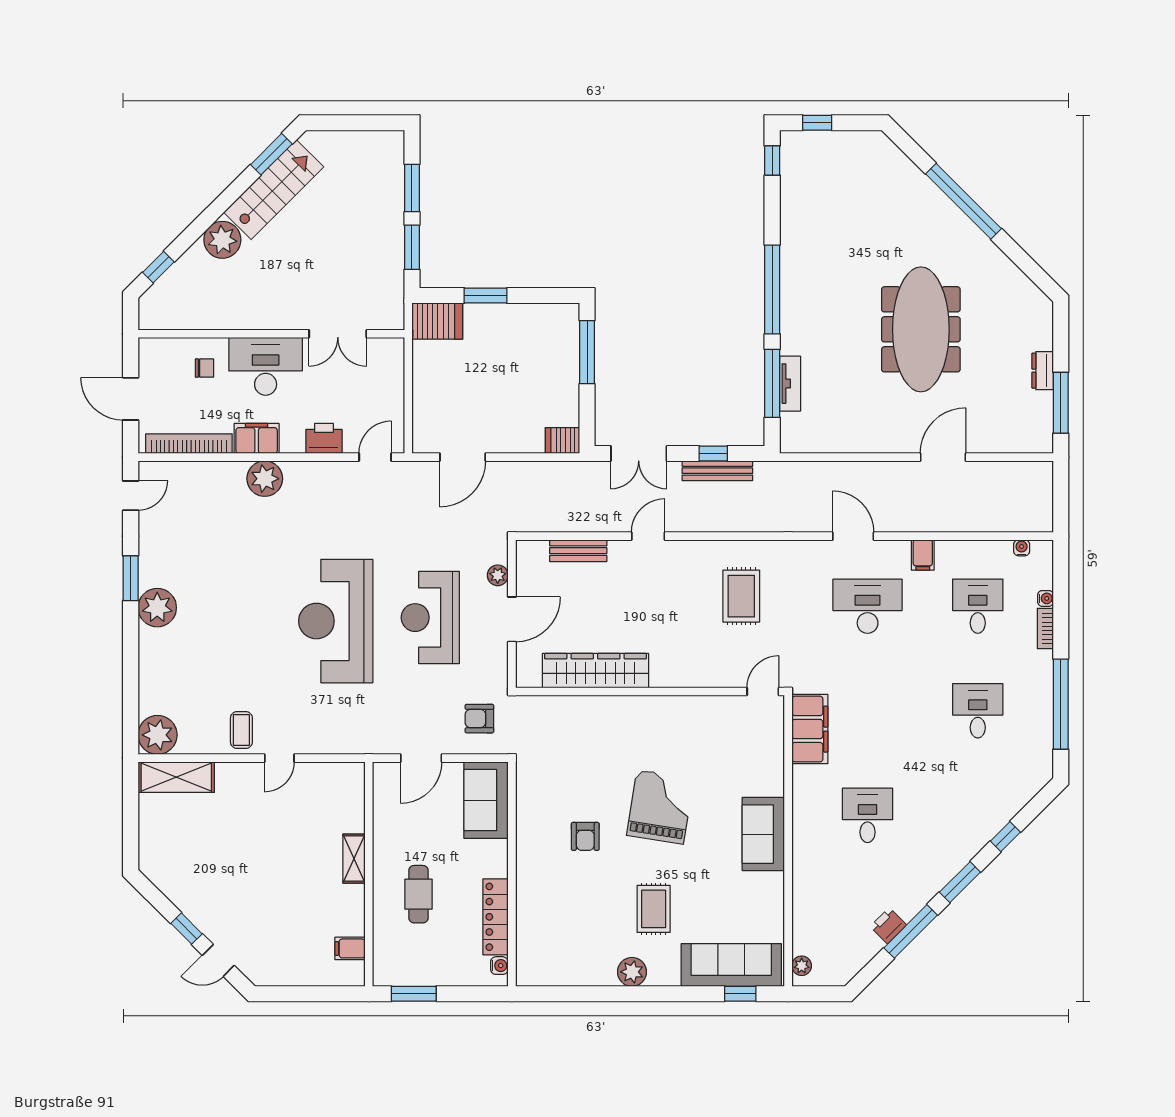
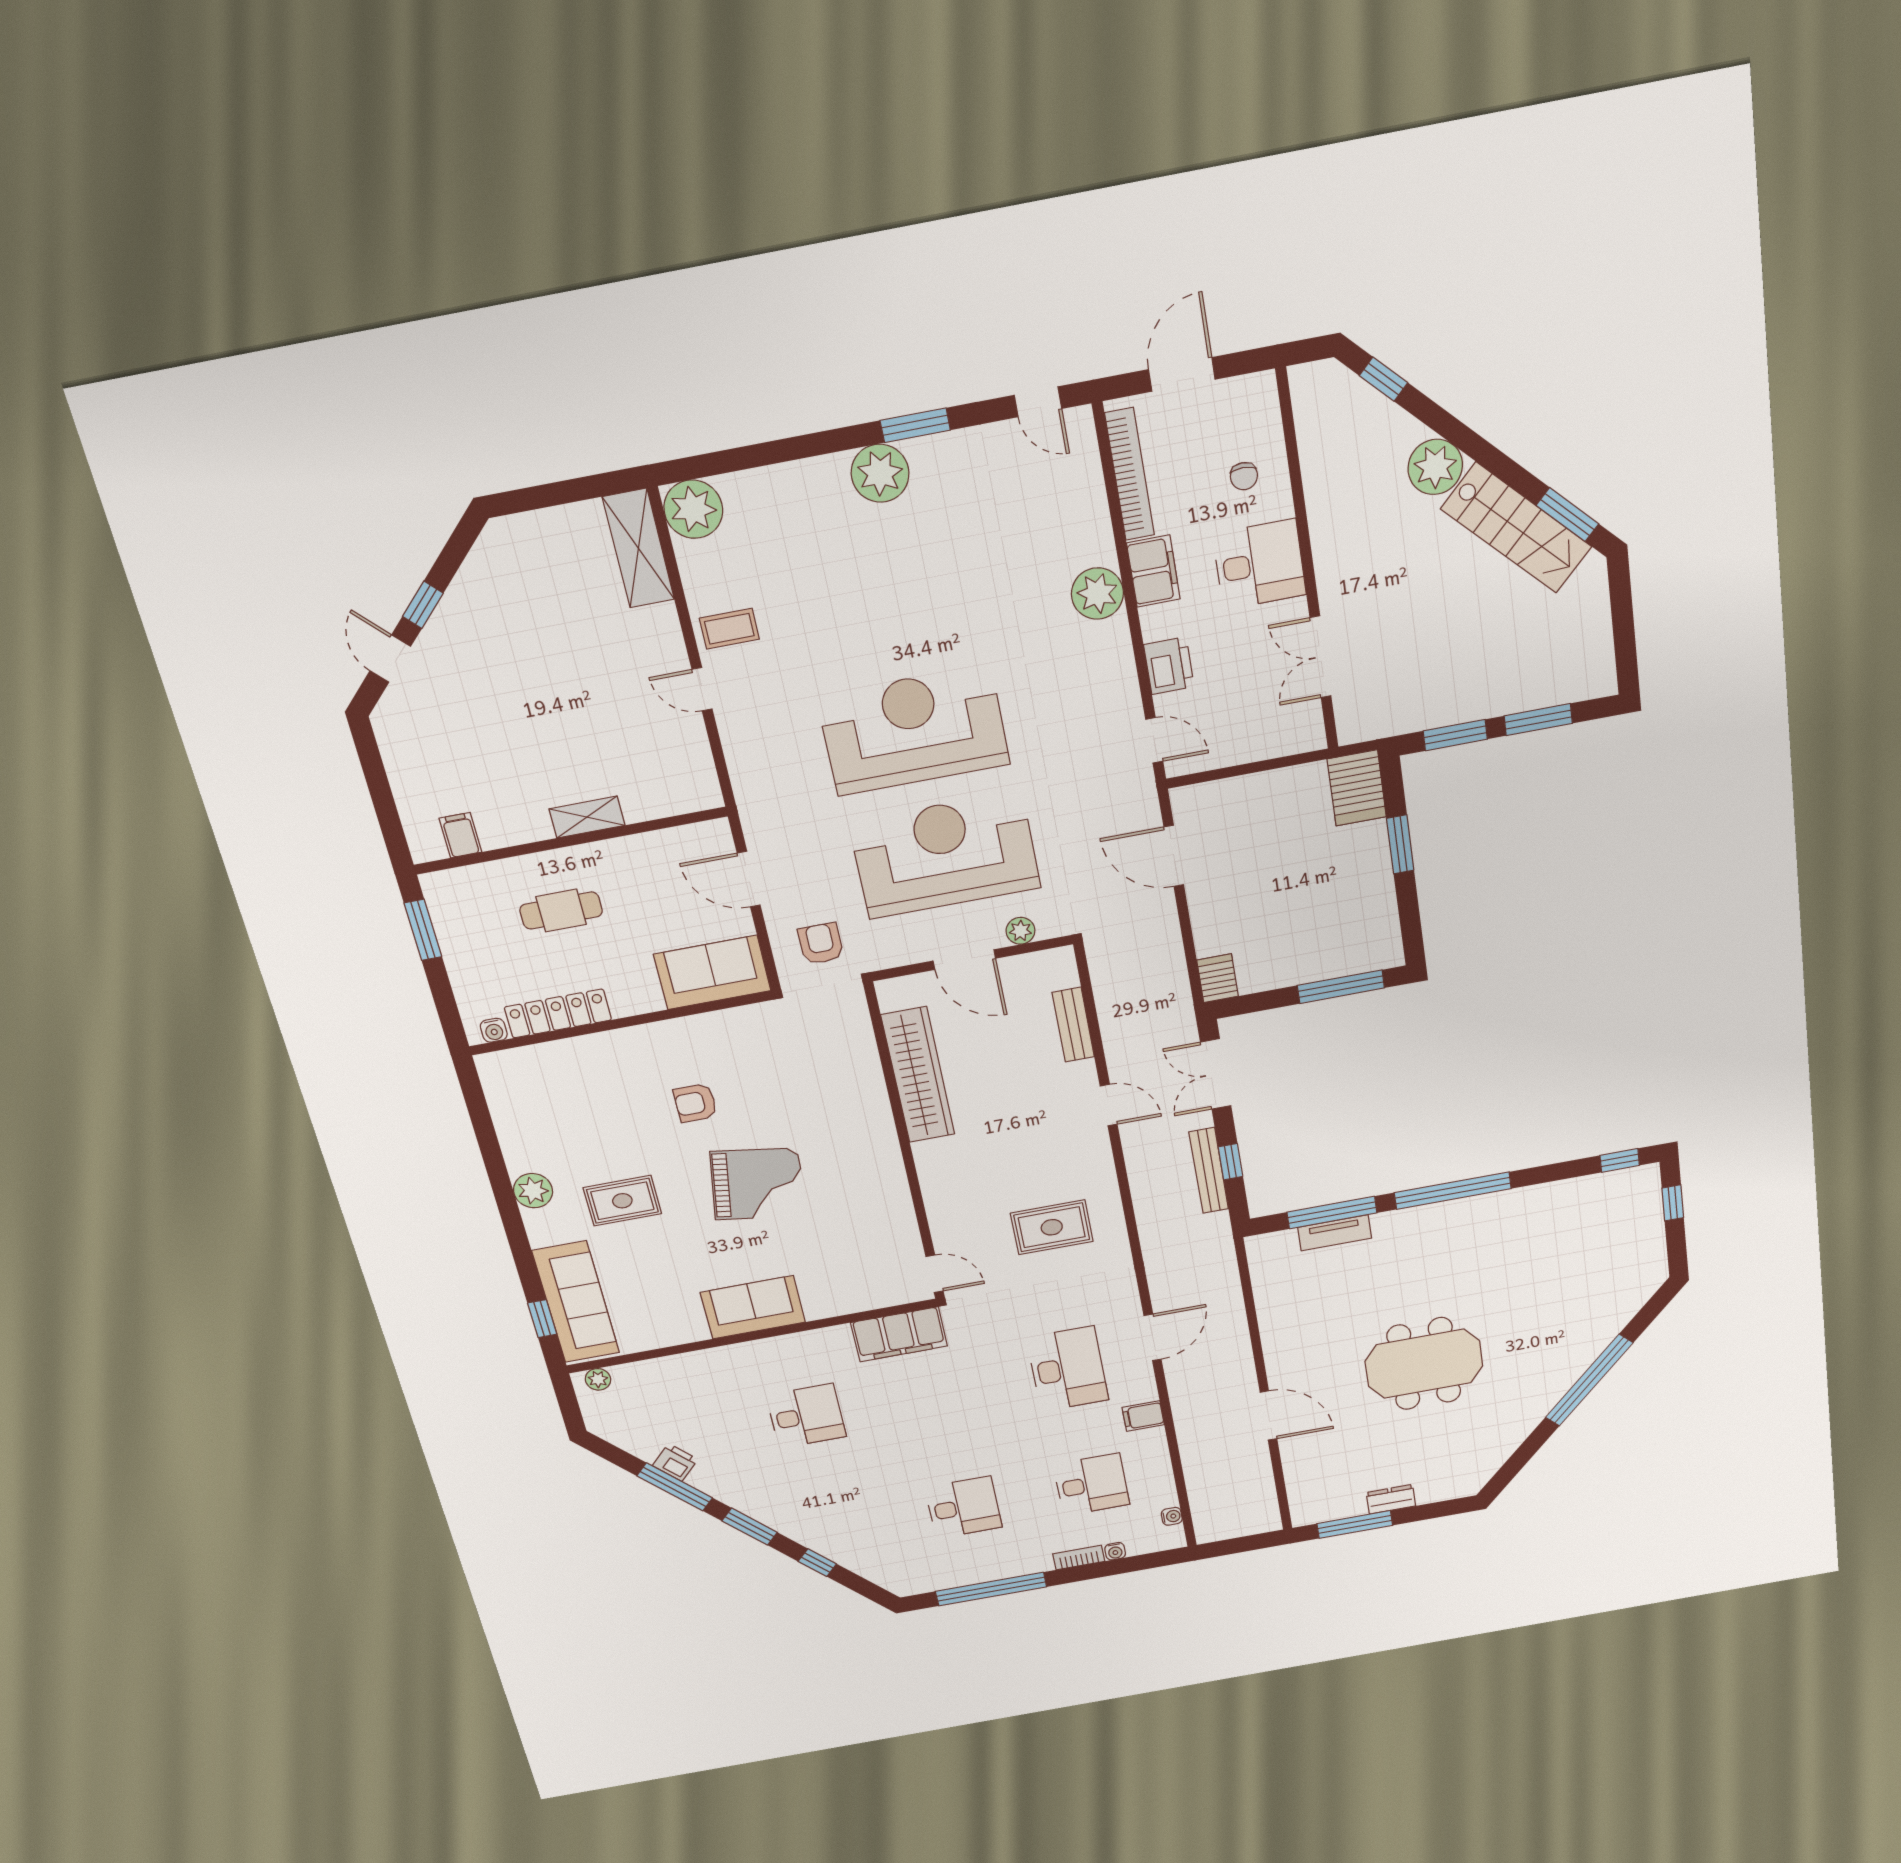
meeting table: (921, 329) -> (1424, 1364), width x0.73
desk: (266, 366) -> (1259, 564), width x0.73
reception desk: (430, 618) -> (945, 855), width x1.36, depth x1.30

